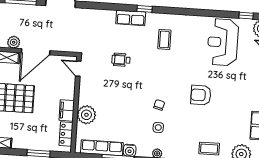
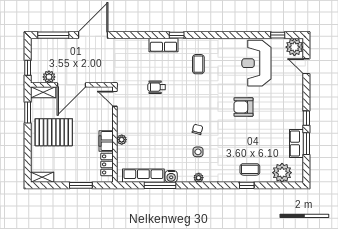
armchair: (201, 95) -> (243, 107), moved
plant: (86, 115) -> (122, 140), width x0.53, depth x0.53

